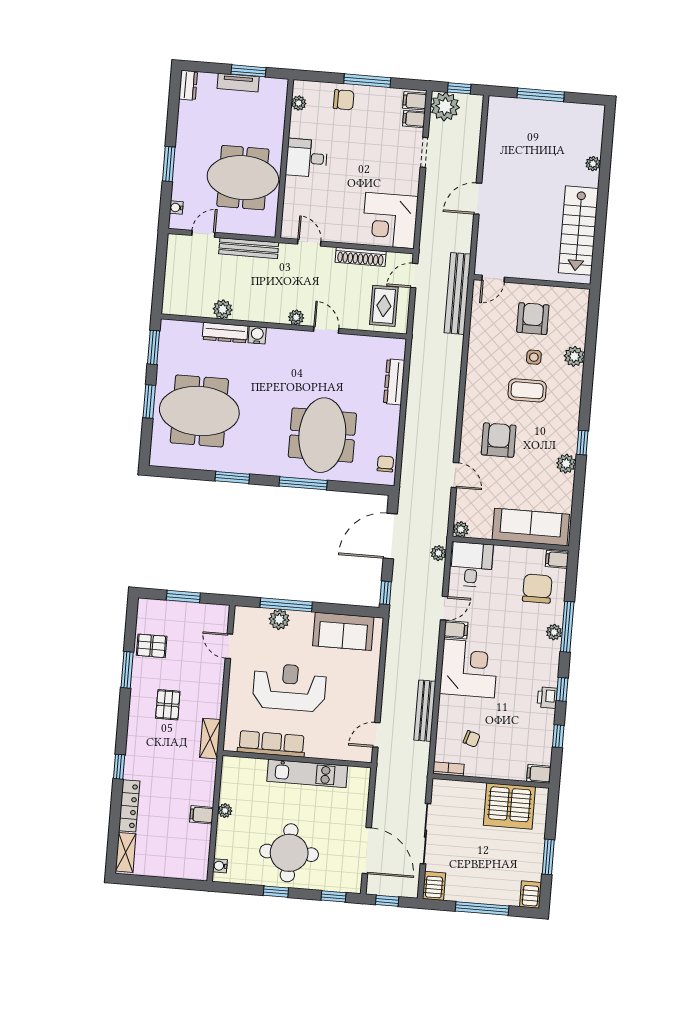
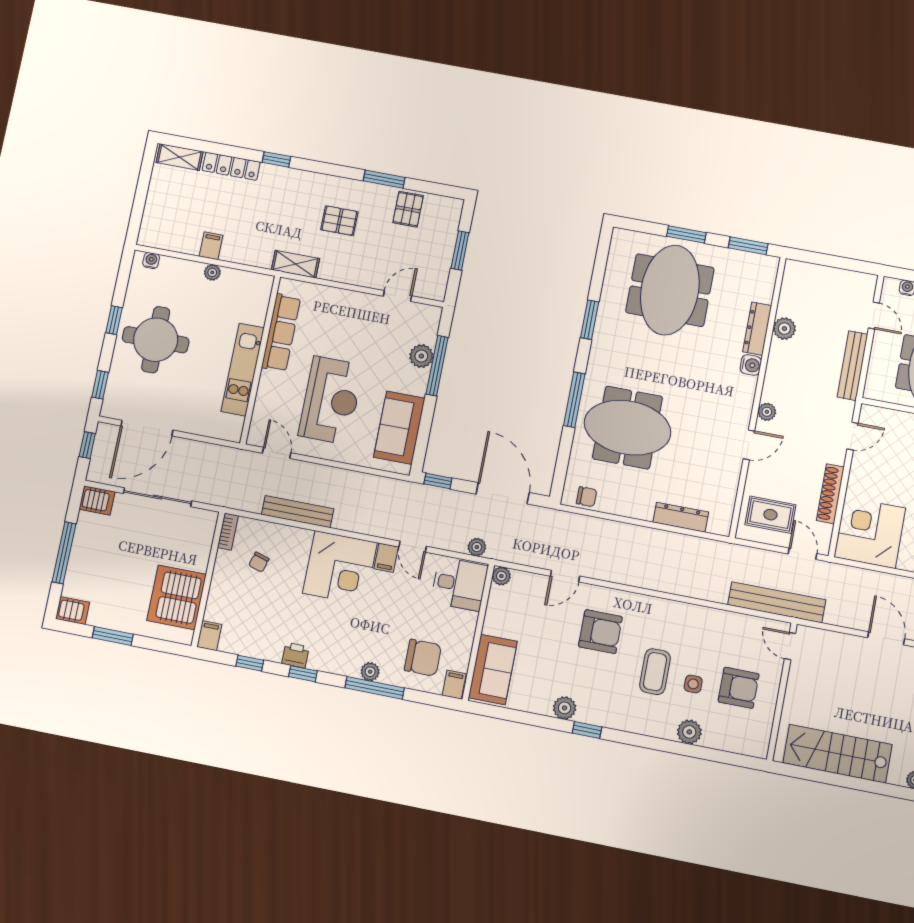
sofa: (531, 527) -> (493, 670), width x0.73
reception desk: (289, 687) -> (331, 400), moved

